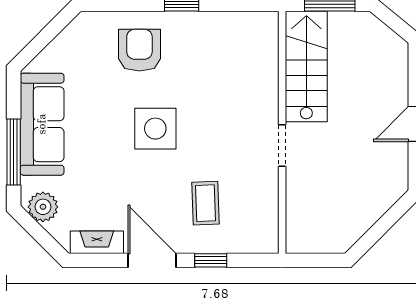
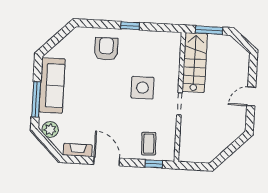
side table: (155, 129) -> (143, 88), moved
coffee table: (205, 203) -> (149, 144), moved
window: (211, 260) -> (154, 164), moved

